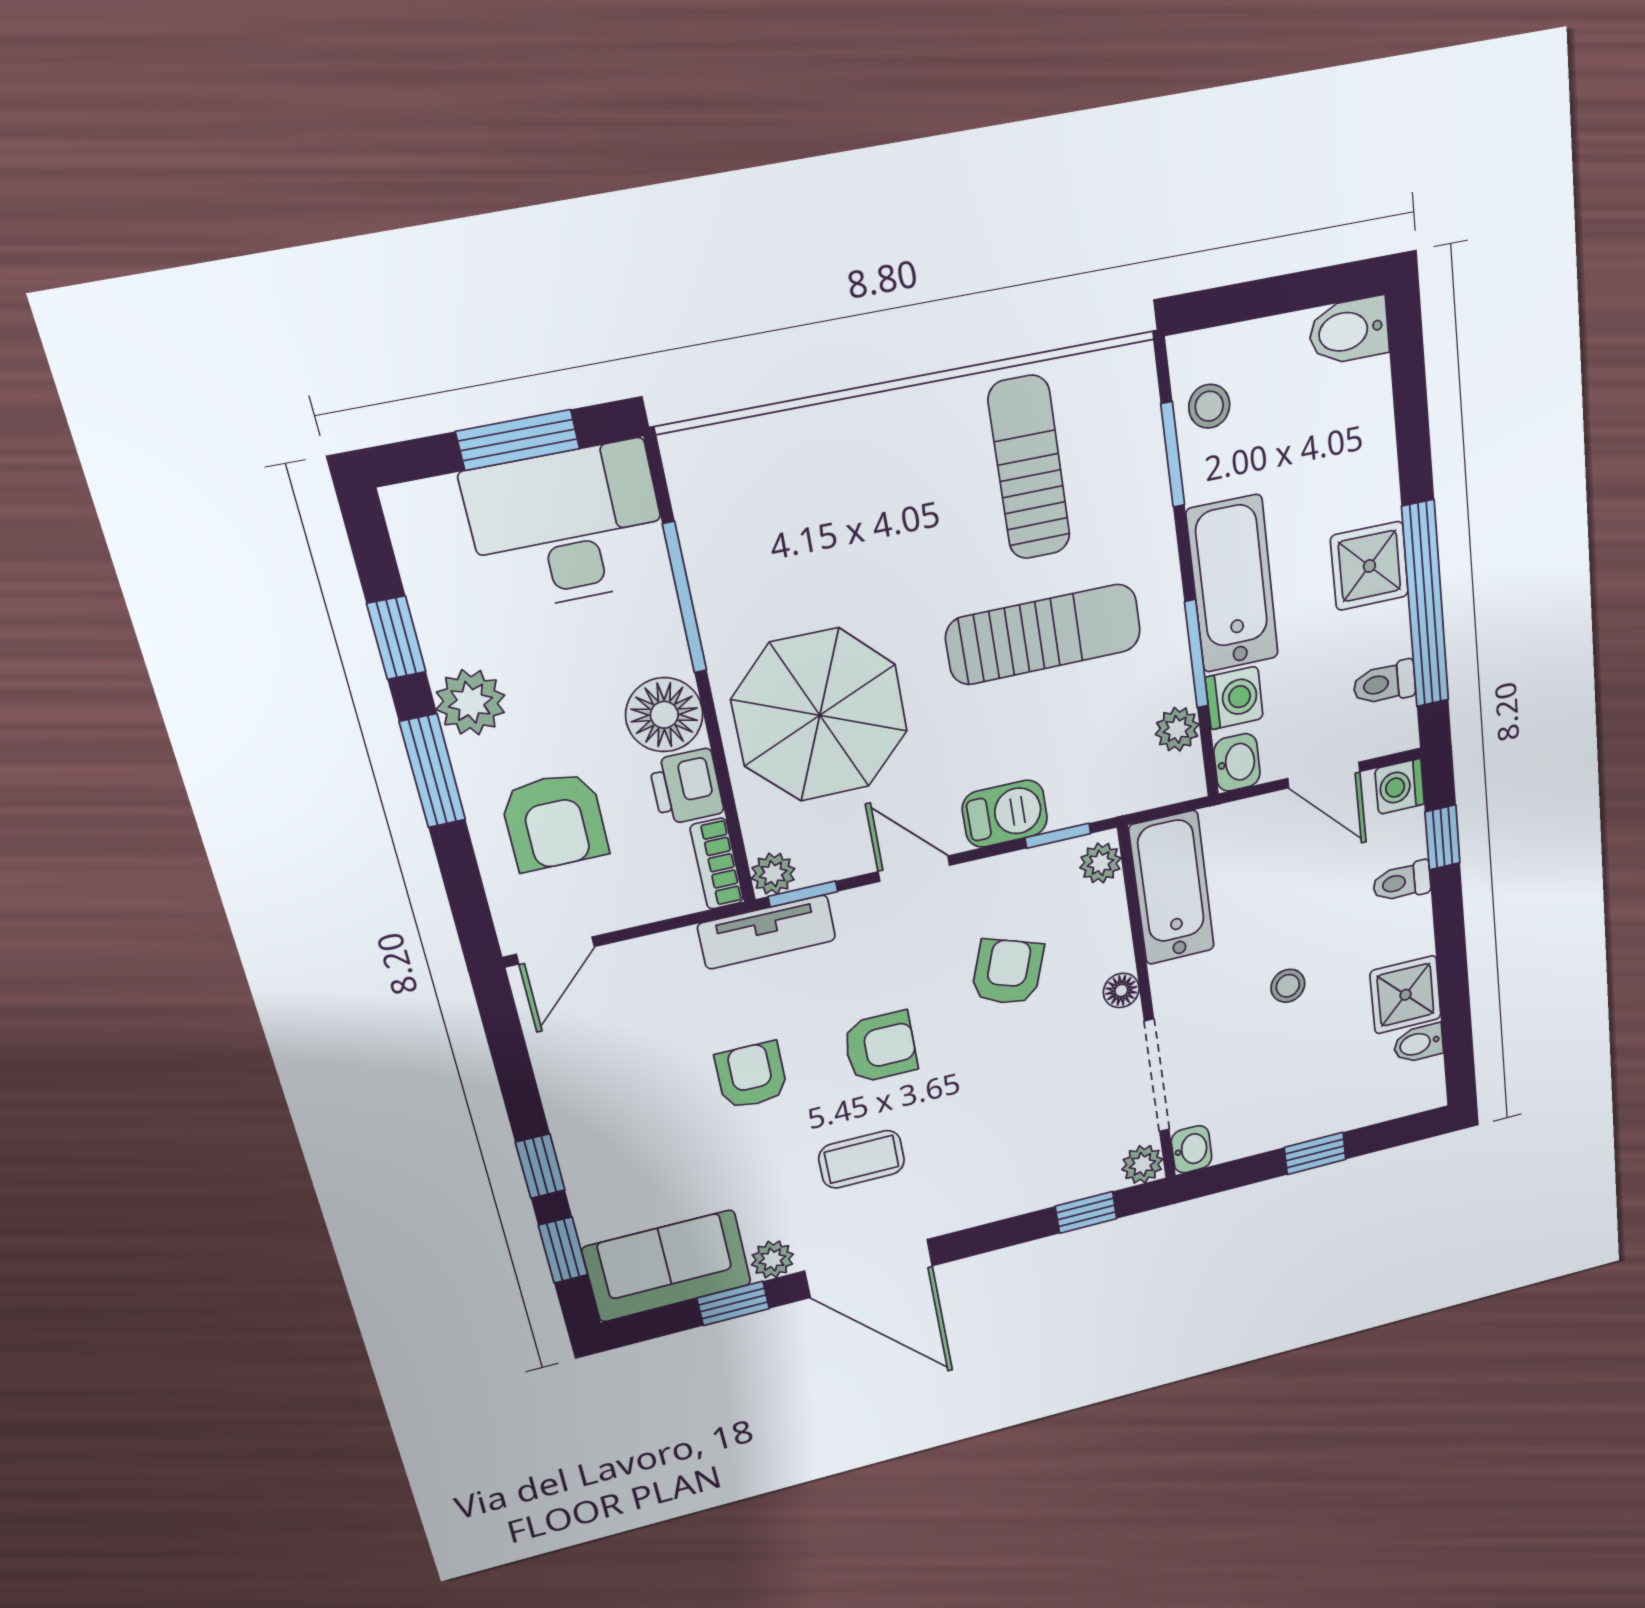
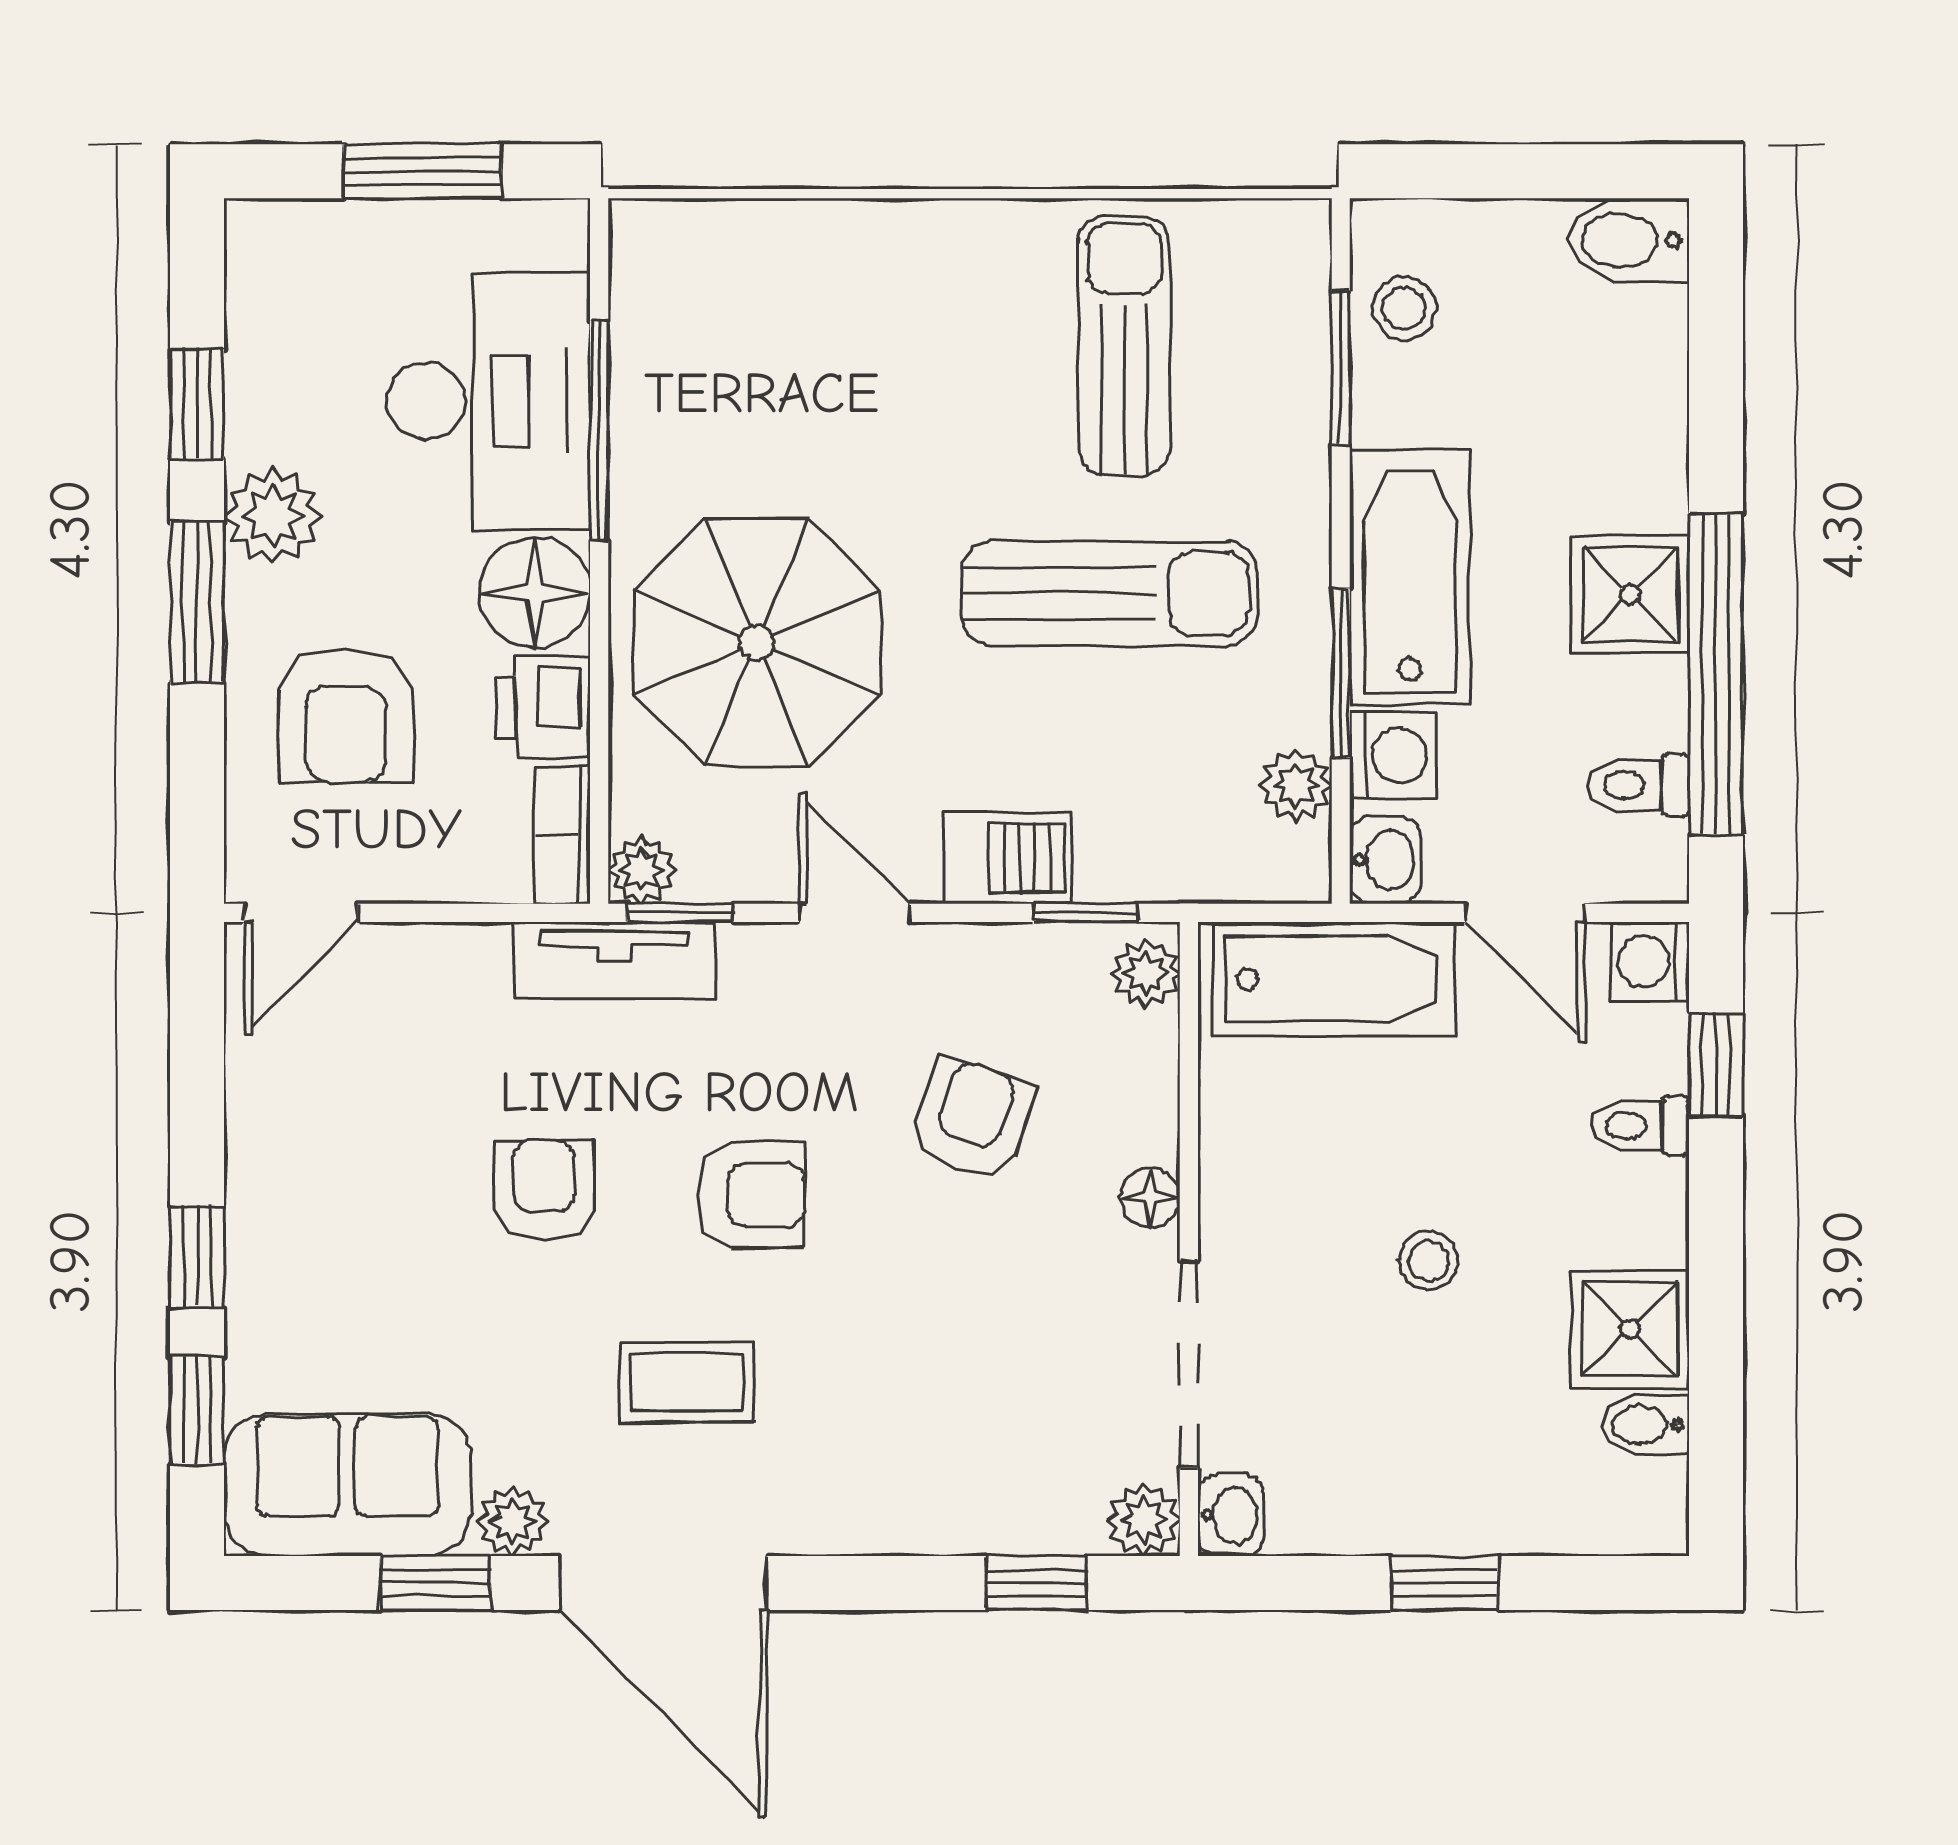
desk: (567, 527) -> (489, 401), moved, turned 90
bathtub: (1172, 888) -> (1335, 979), moved, turned 90

